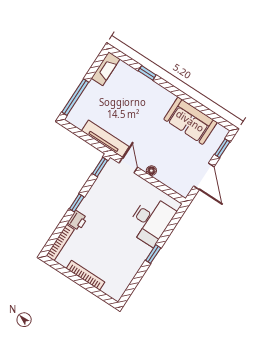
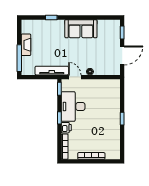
fireplace: (106, 69) -> (26, 45), moved
sofa: (190, 121) -> (81, 29), moved
door: (204, 176) -> (122, 55), hinge flipped
desk: (151, 220) -> (73, 107), moved, turned 180

